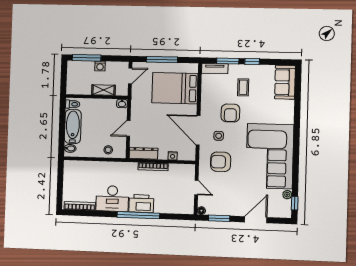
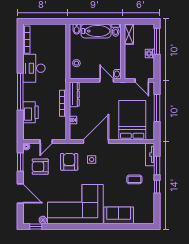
sofa: (285, 82) -> (119, 215), moved
shelving: (103, 90) -> (129, 34), moved
armchair: (230, 113) -> (40, 167), moved
door: (128, 128) -> (107, 80), moved
printer: (141, 204) -> (30, 112), moved

